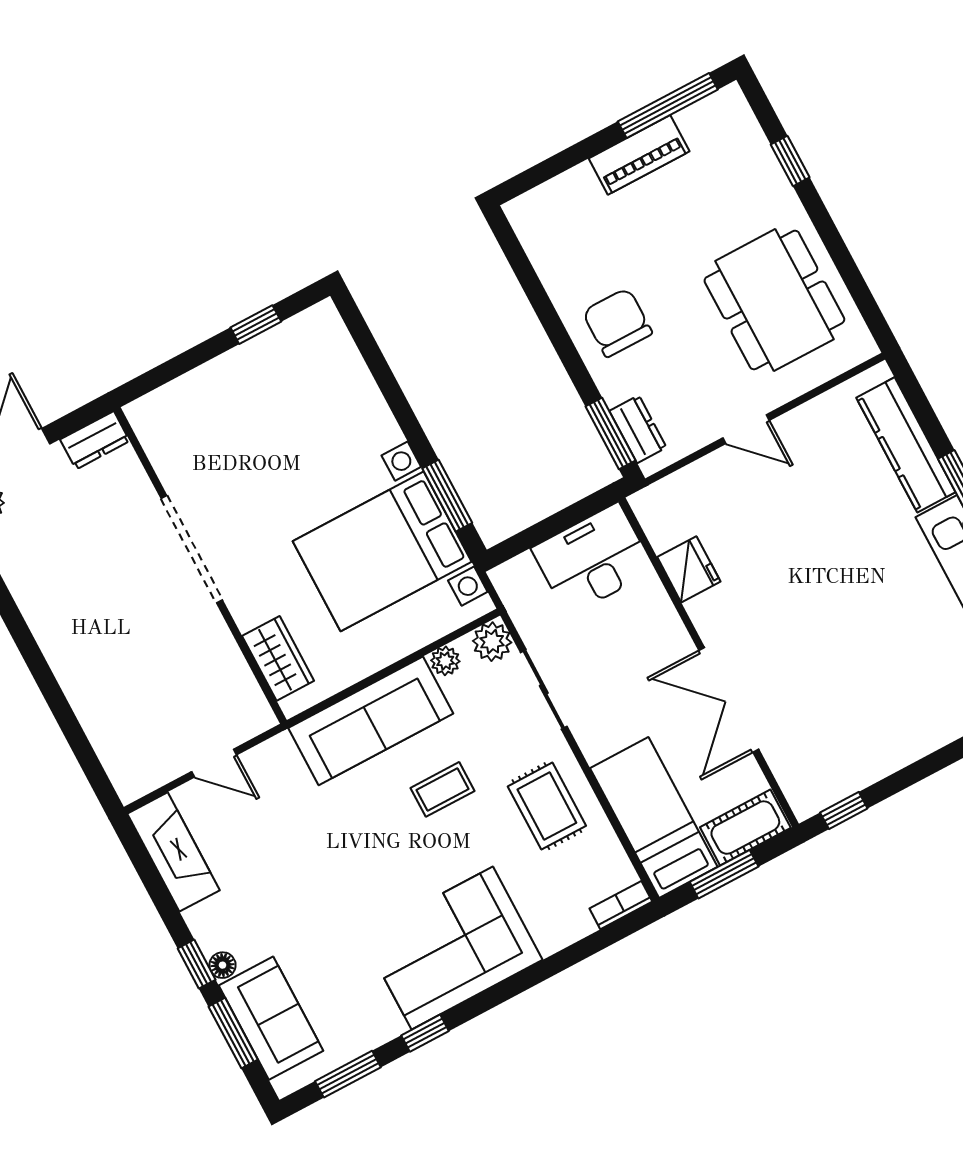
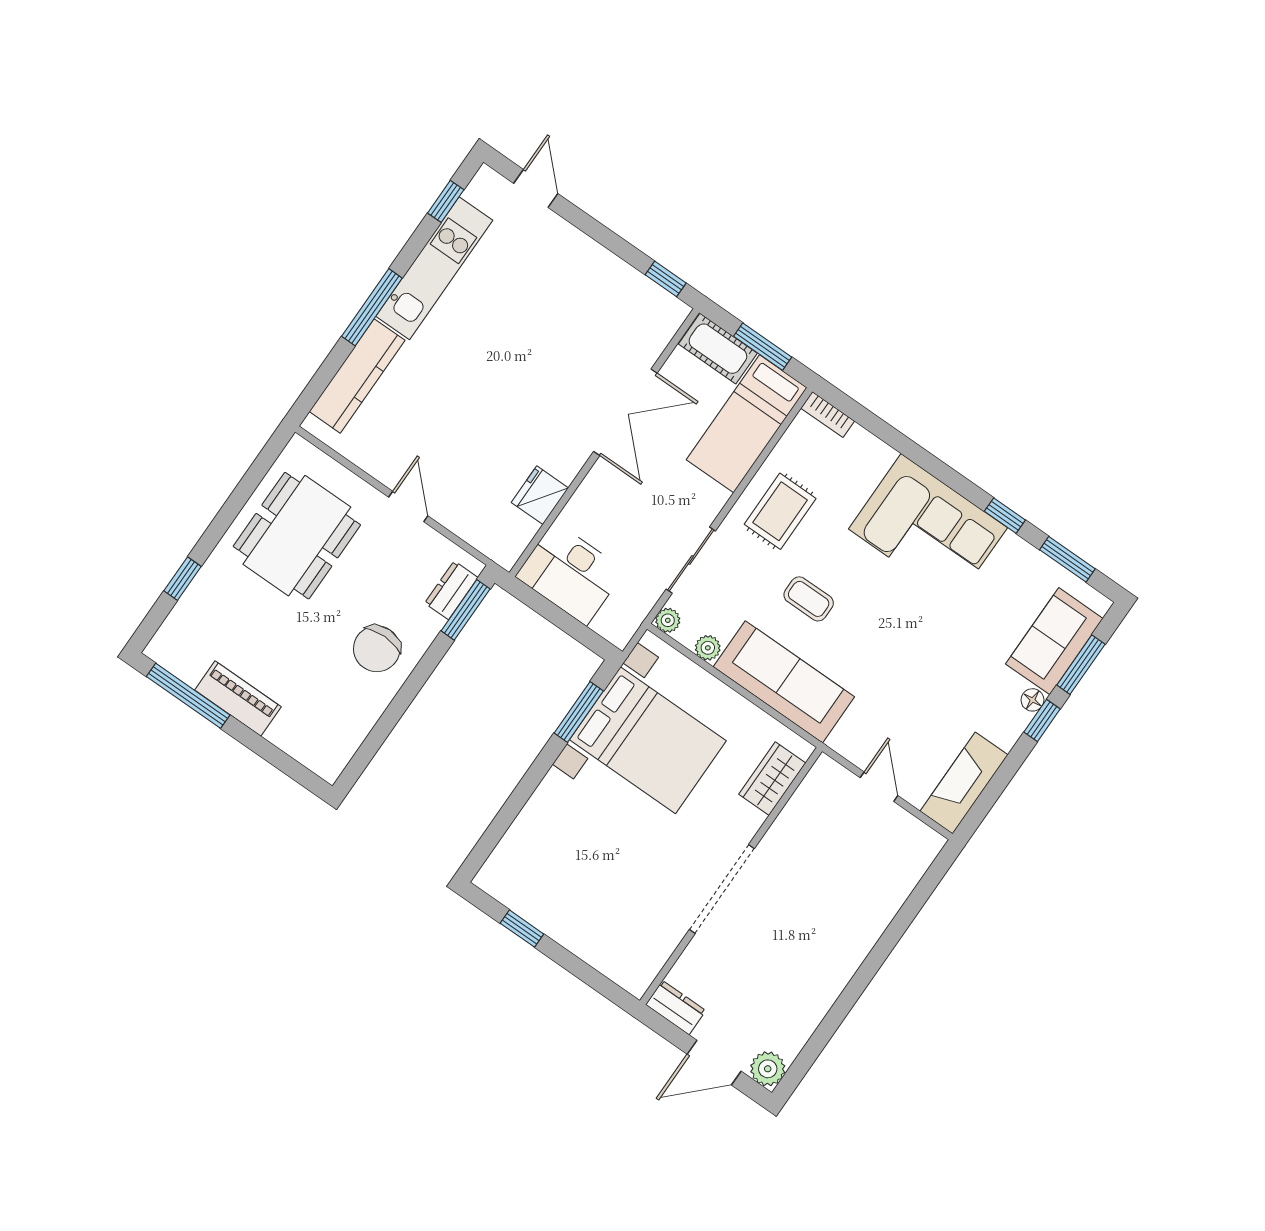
plant: (492, 642) -> (668, 620), width x0.73, depth x0.73

